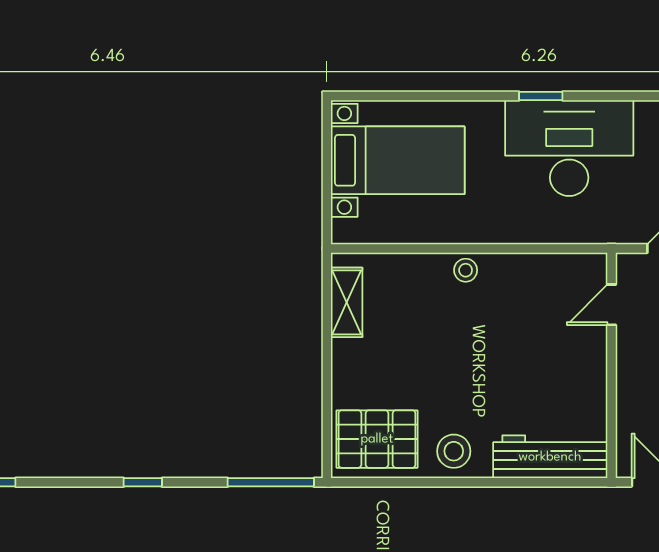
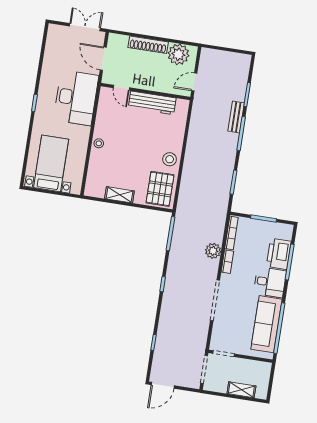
desk: (569, 148) -> (76, 98), moved, turned 180
shelving: (347, 302) -> (119, 195), moved
workbench: (550, 457) -> (152, 103), moved, turned -90

